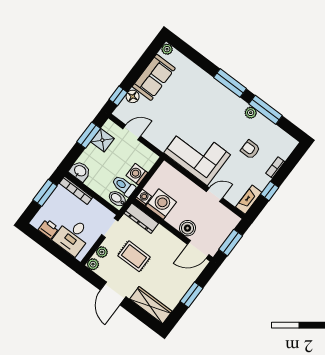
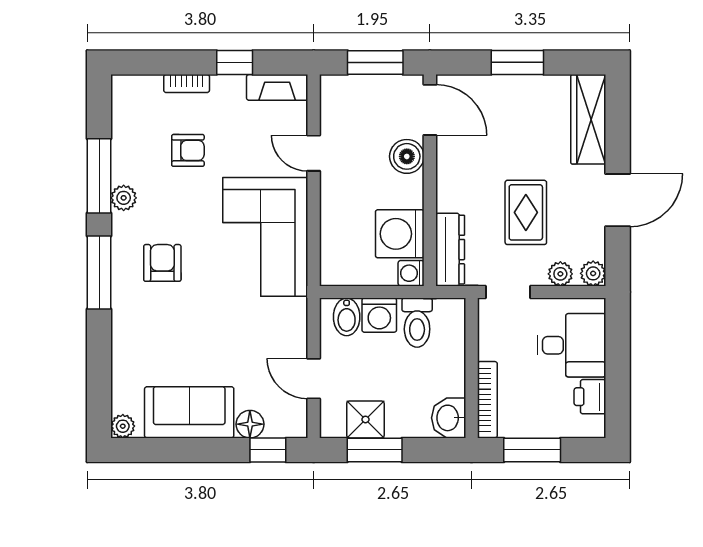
armchair: (216, 109) -> (162, 263), added
armchair: (250, 149) -> (188, 150), turned -90
bidet: (117, 199) -> (347, 317), moved

